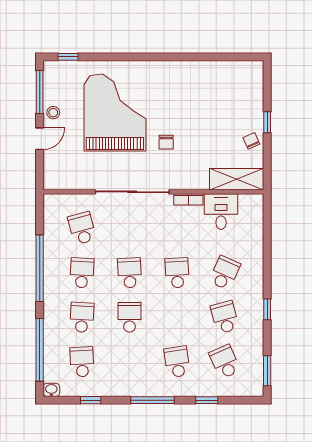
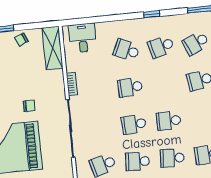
desk: (221, 211) -> (83, 38), moved, turned 90

